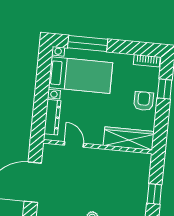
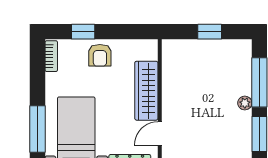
armchair: (144, 101) -> (100, 55), turned -90
wardrobe: (129, 138) -> (146, 91), moved

